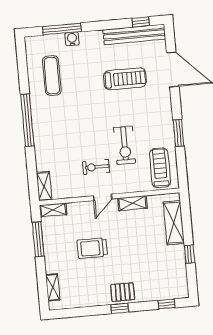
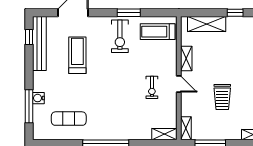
exercise bike: (125, 145) -> (120, 36), moved, turned 90

